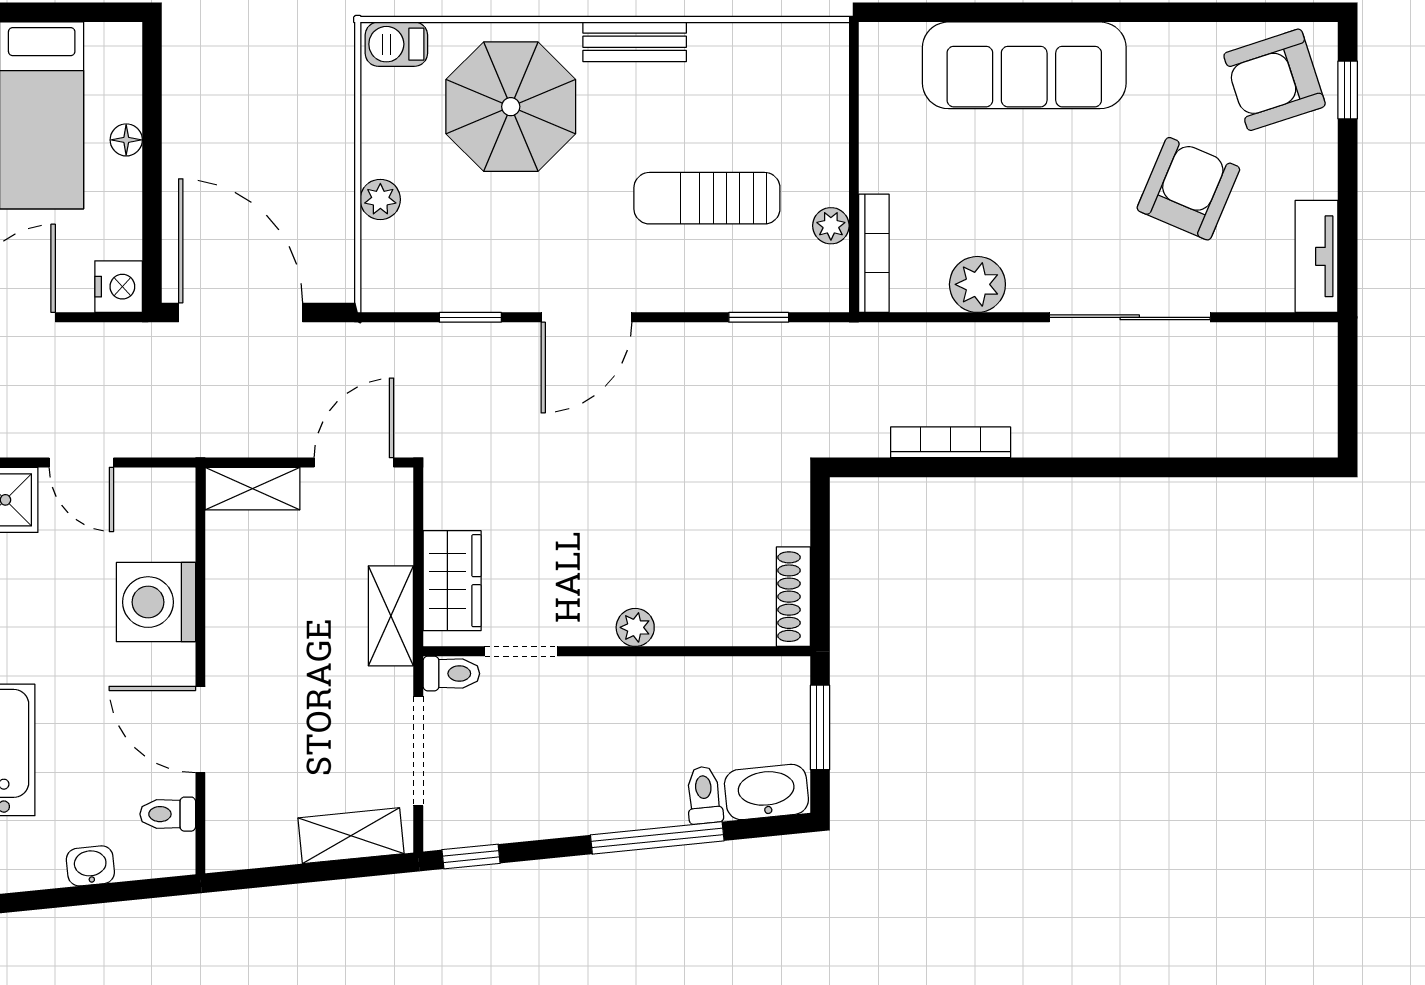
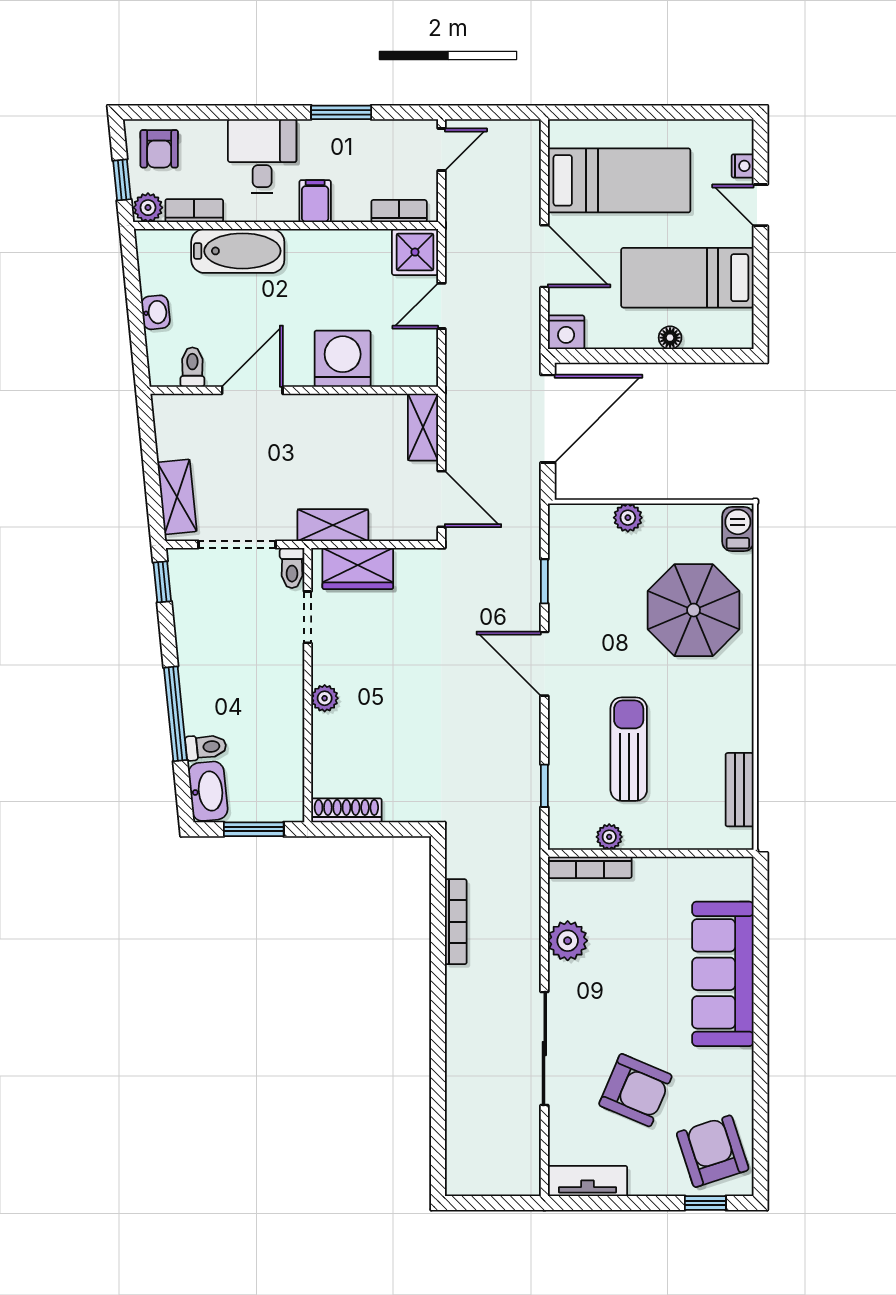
bench: (635, 42) -> (740, 790), moved

